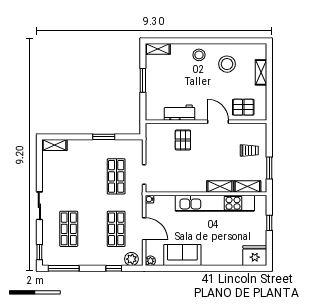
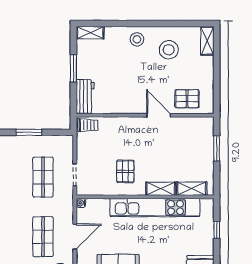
shelving: (261, 72) -> (207, 41), moved
workbench: (180, 113) -> (85, 97), moved, turned 90
pallet: (183, 140) -> (125, 171), moved
trolley: (249, 151) -> (88, 125), moved
window: (269, 168) -> (217, 148), moved
door: (144, 229) -> (75, 237), hinge flipped

